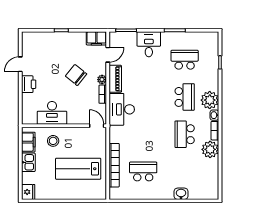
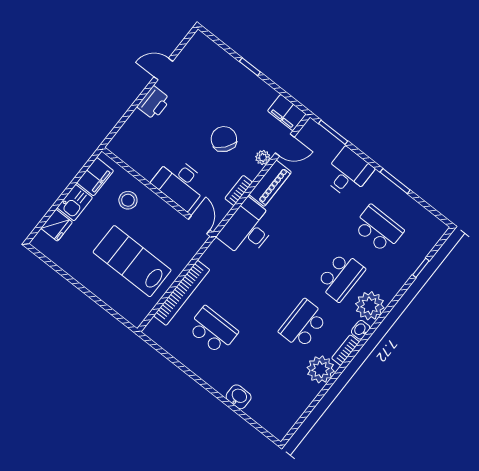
plant: (102, 80) -> (263, 158), moved
desk: (52, 113) -> (180, 183), moved
fridge: (28, 192) -> (57, 225), moved

